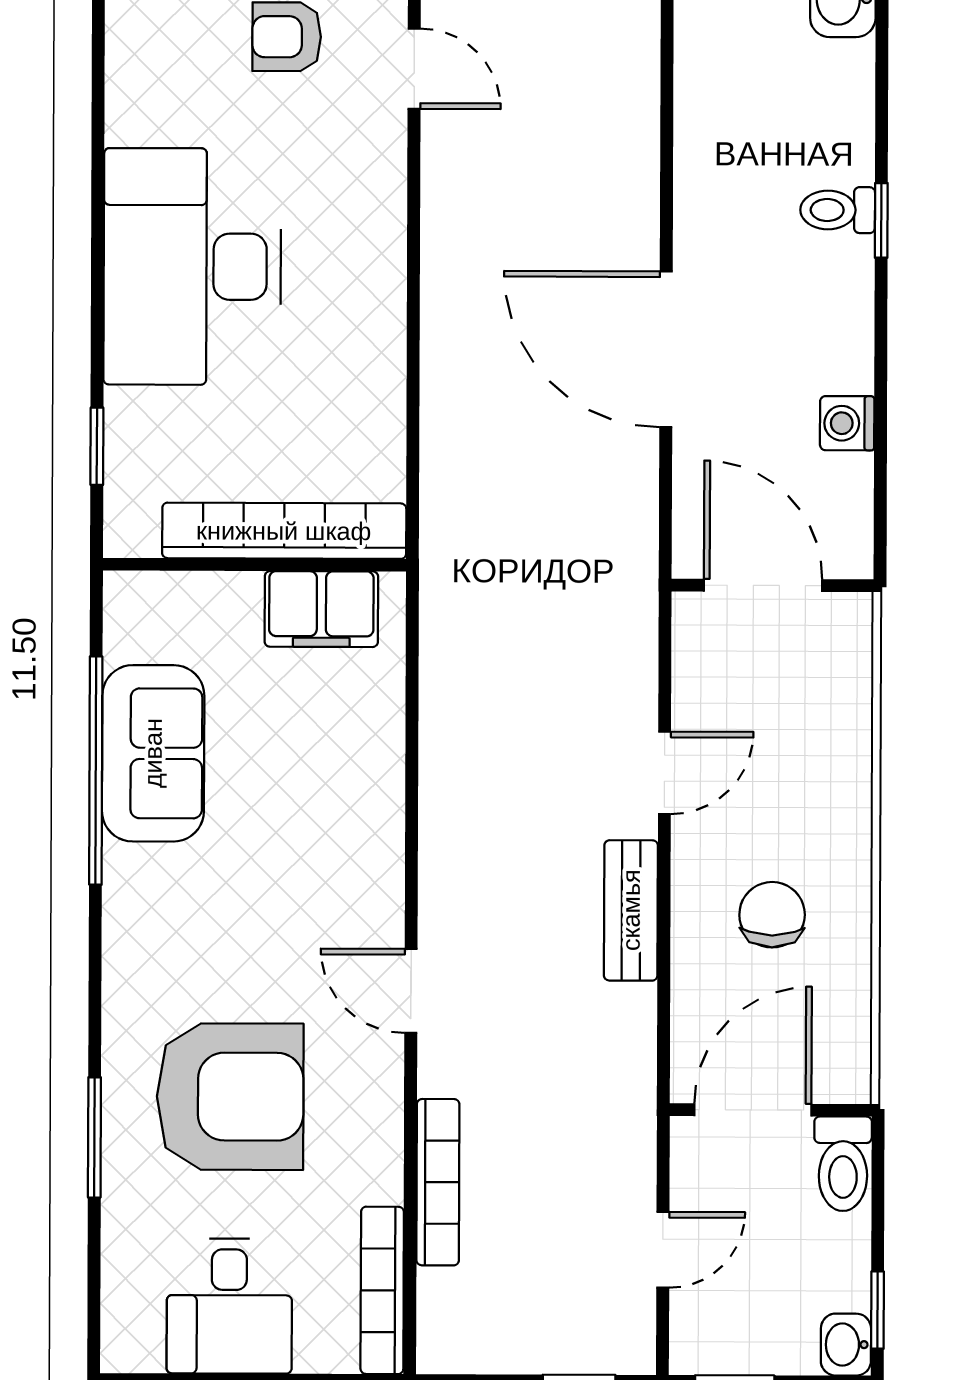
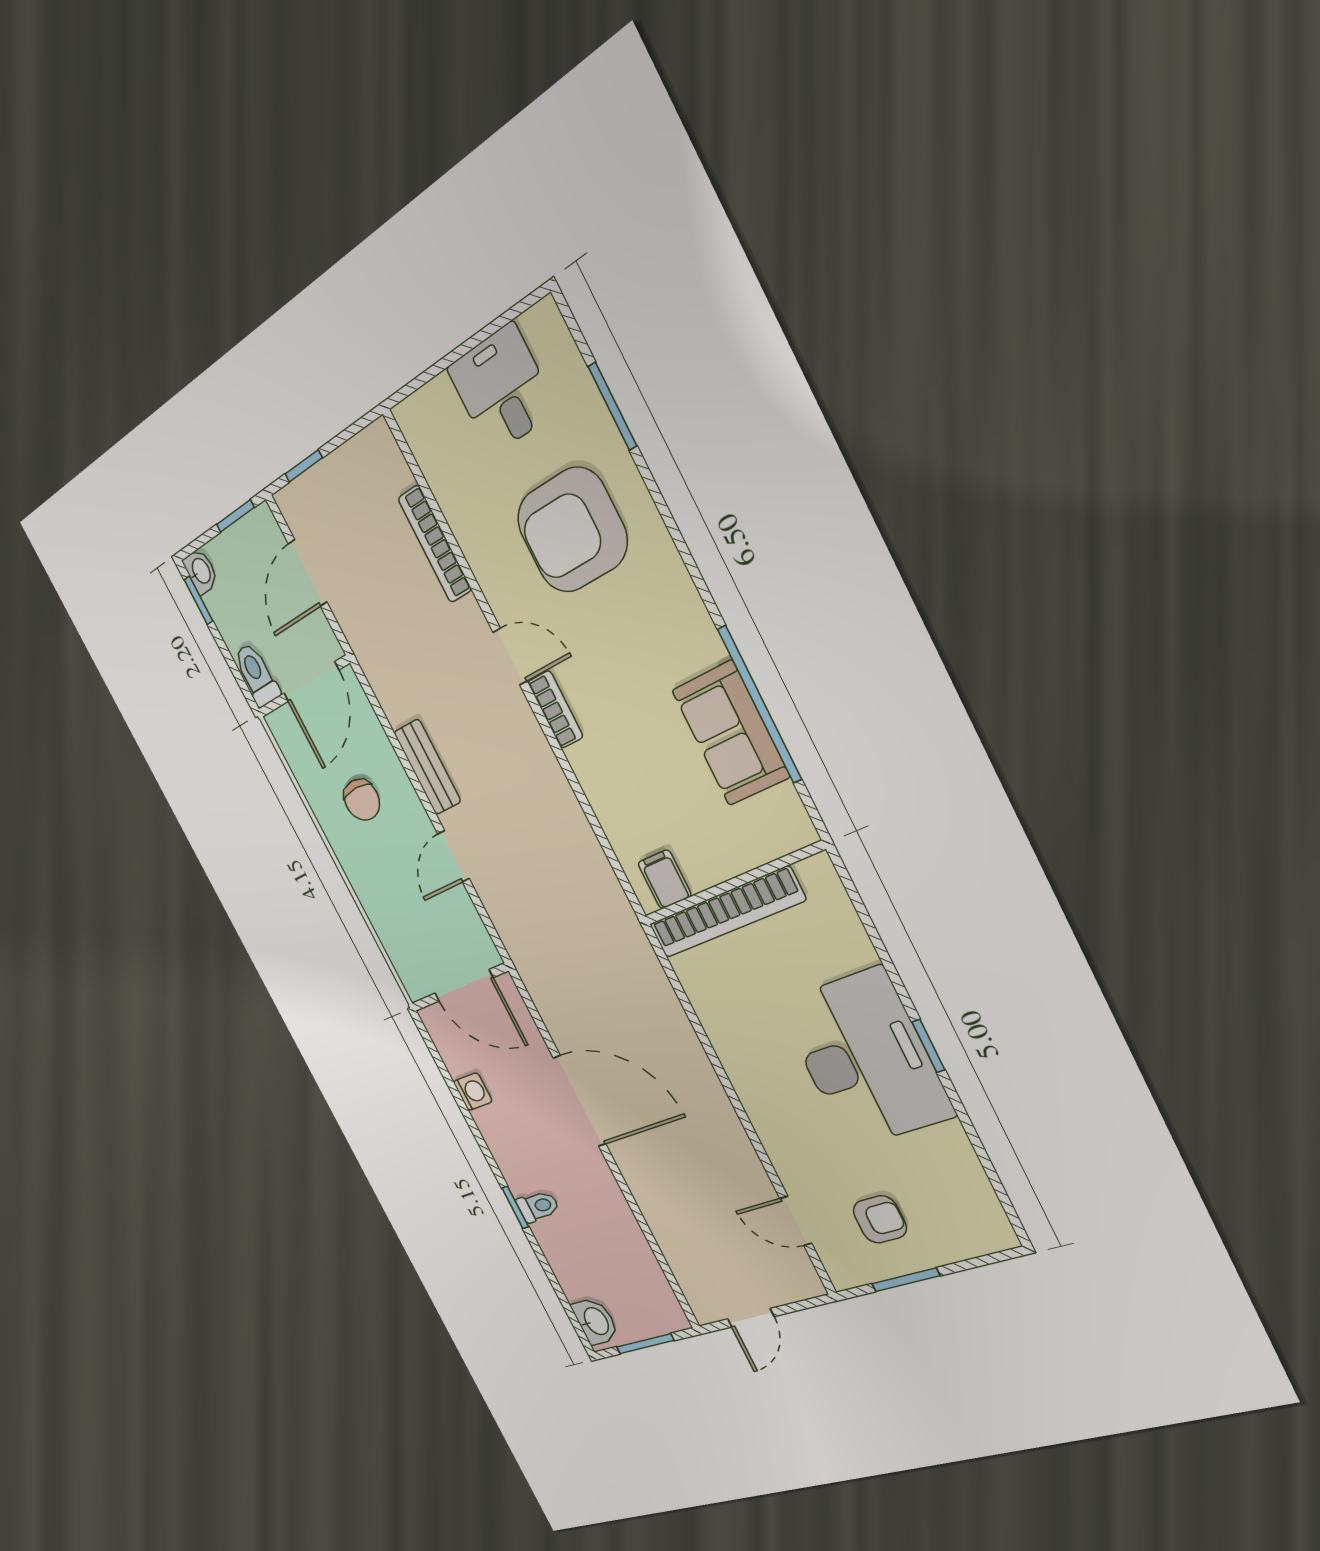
window: (97, 446) -> (928, 1046), moved
filing cabinet: (321, 609) -> (665, 879), width x0.50
window: (94, 1137) -> (612, 406), moved
door: (663, 1250) -> (308, 573), width x1.38
bookcase: (382, 1290) -> (555, 709), moved, width x0.64

